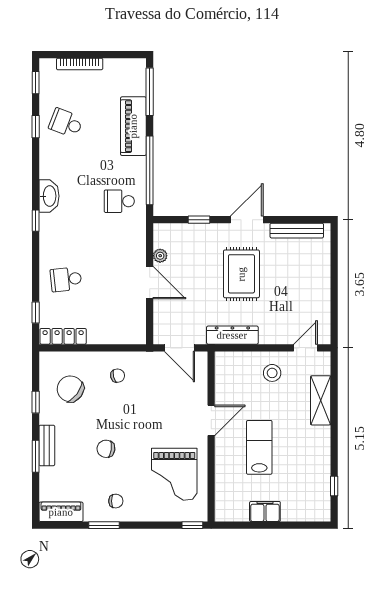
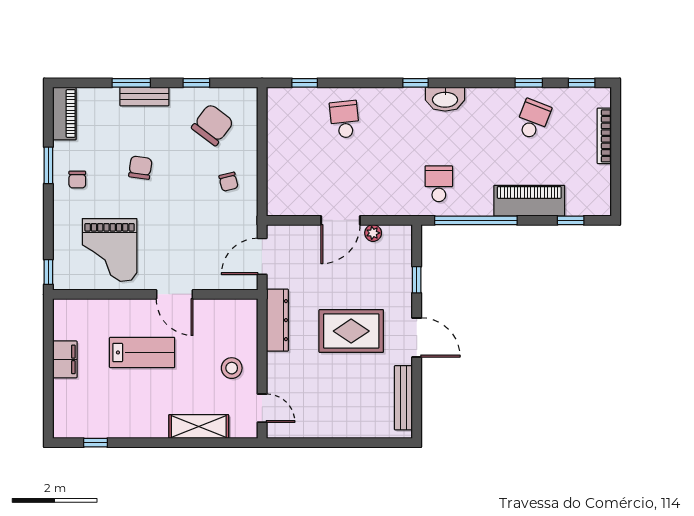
window: (150, 92) -> (571, 220), width x0.46
locker: (63, 336) -> (276, 116), removed
grand piano: (174, 474) -> (110, 250), turned -90

